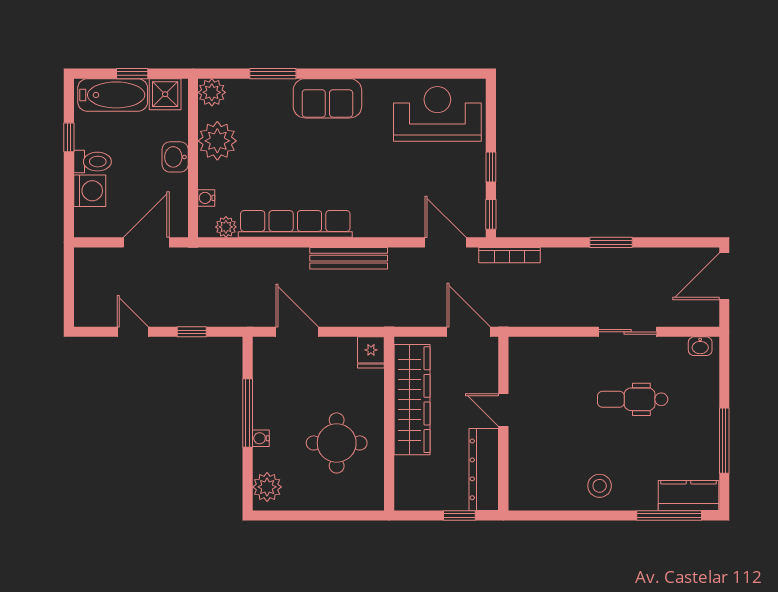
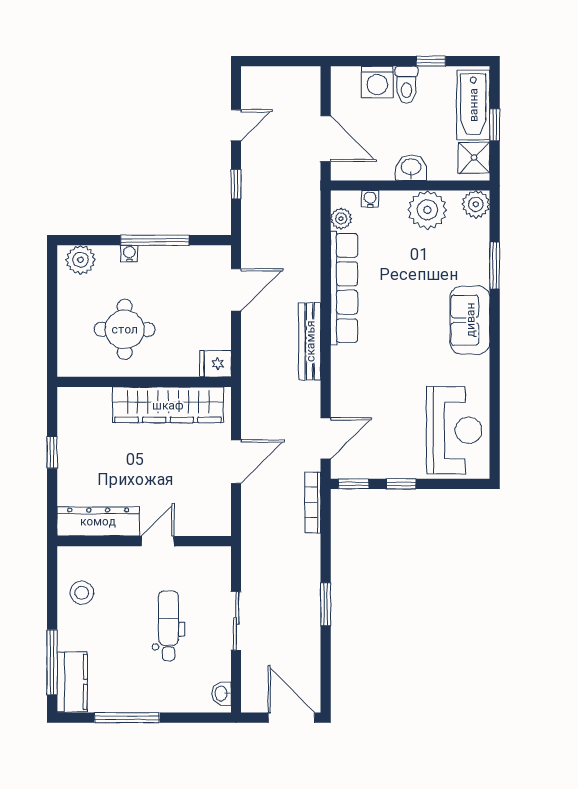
door: (503, 410) -> (158, 541), moved
wall: (503, 424) -> (144, 541), moved
dresser: (484, 469) -> (98, 521), moved

